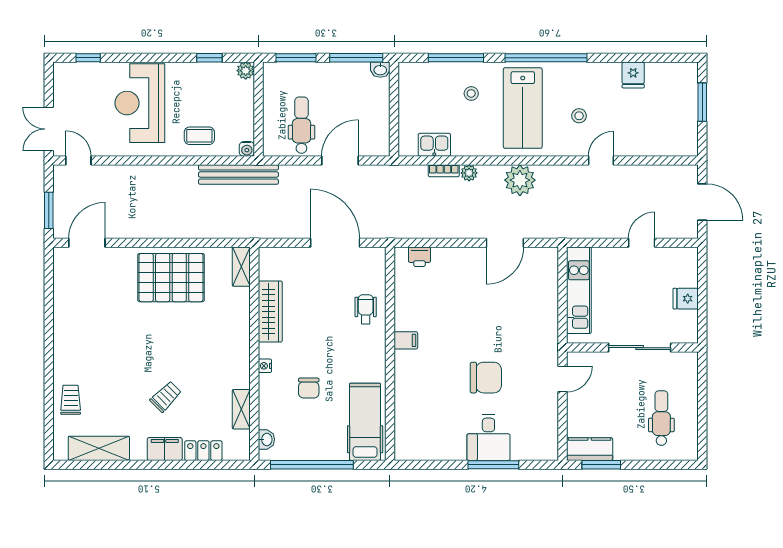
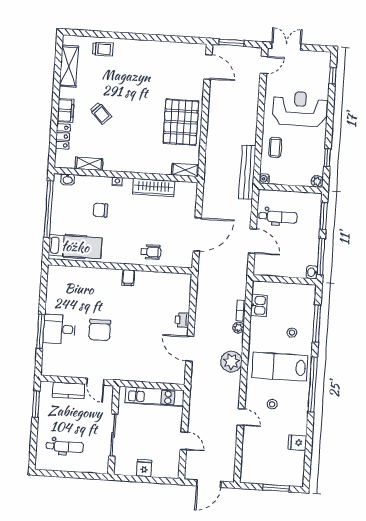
printer: (419, 257) -> (182, 320), moved
kitchen counter: (590, 449) -> (69, 390), moved, turned 90

